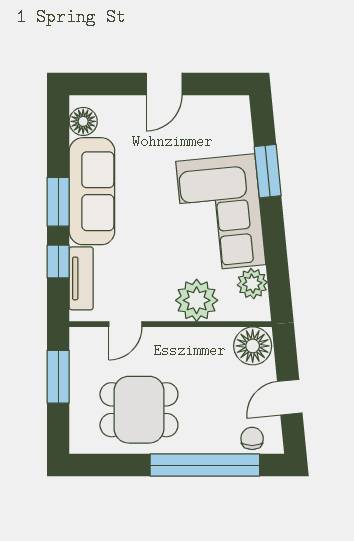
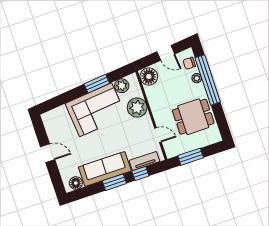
window: (268, 171) -> (97, 84), moved
dining table: (139, 410) -> (193, 117), turned 90
plant: (216, 444) -> (197, 78), added

